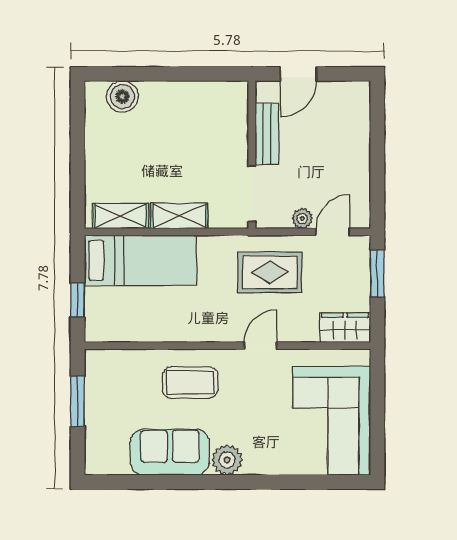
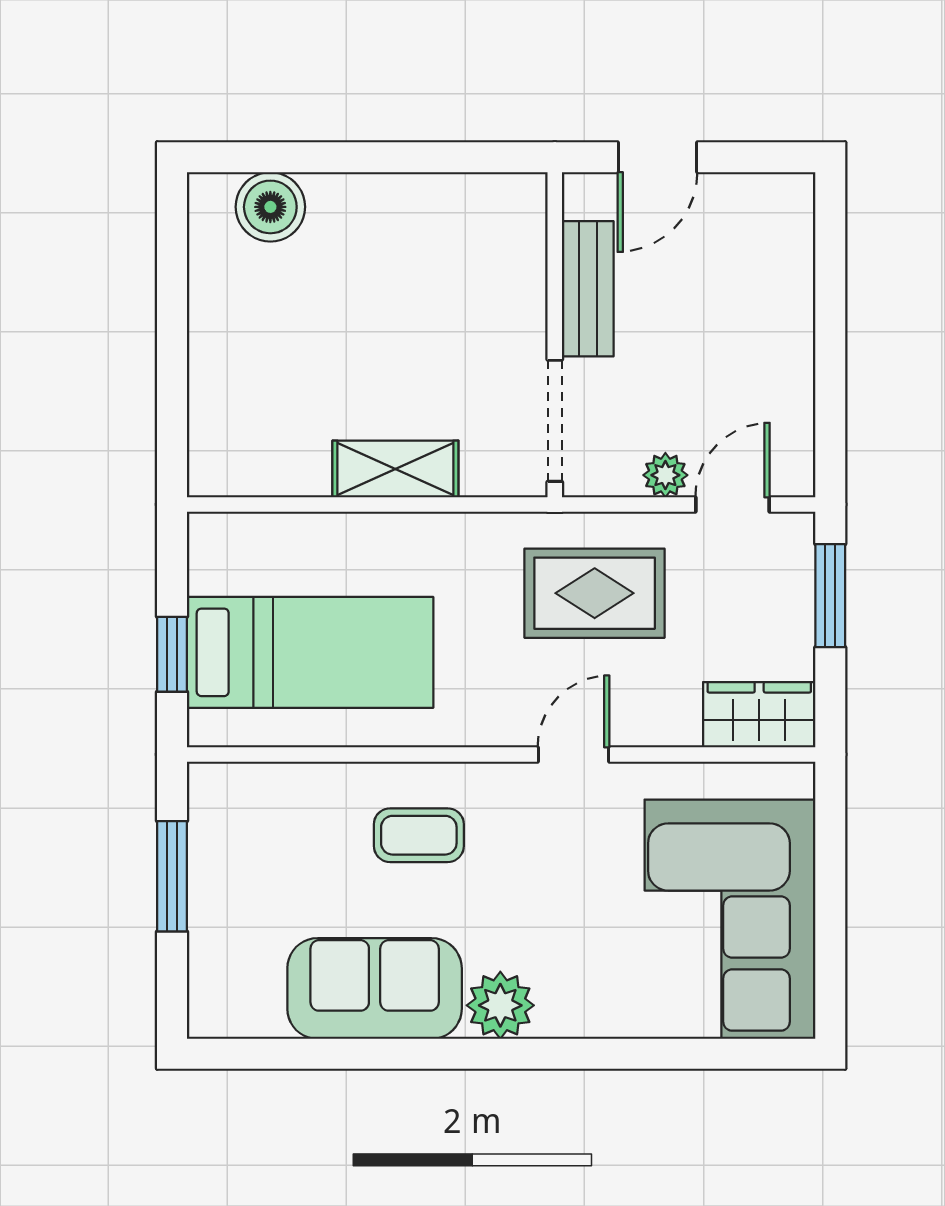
shelving: (120, 216) -> (266, 470), removed
bed: (140, 260) -> (310, 652), moved
coffee table: (190, 382) -> (419, 835), width x0.73, depth x0.77

